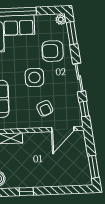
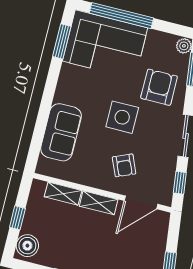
armchair: (53, 51) -> (159, 87), turned 90
shelving: (35, 137) -> (99, 203), added

